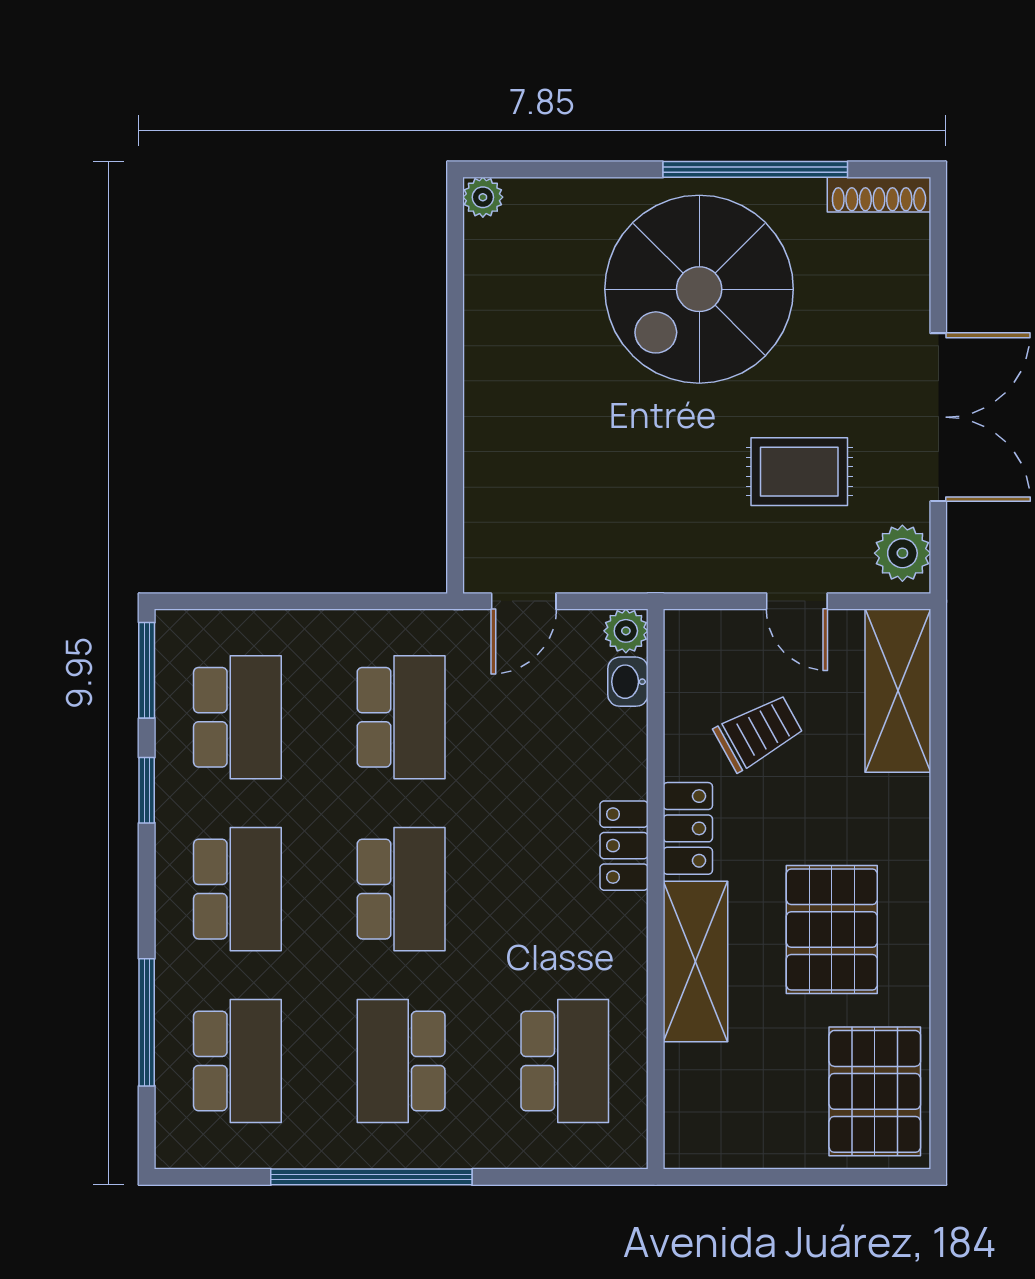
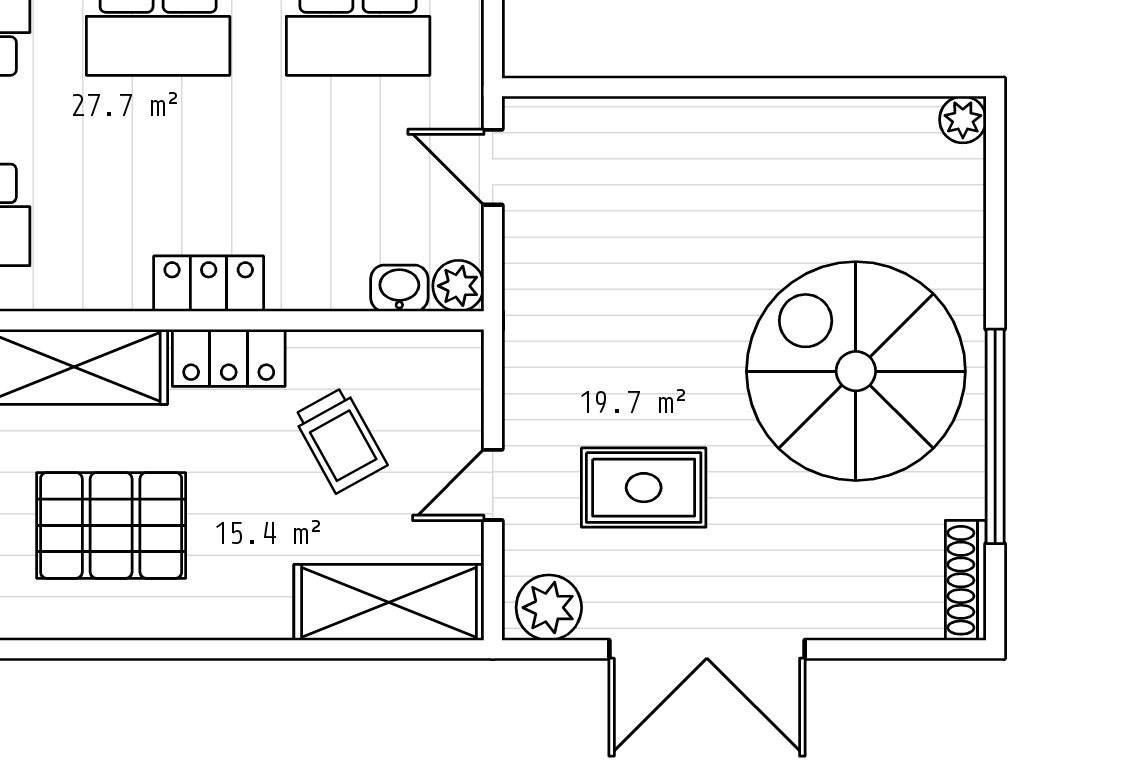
rug: (799, 472) -> (644, 488), turned 90

